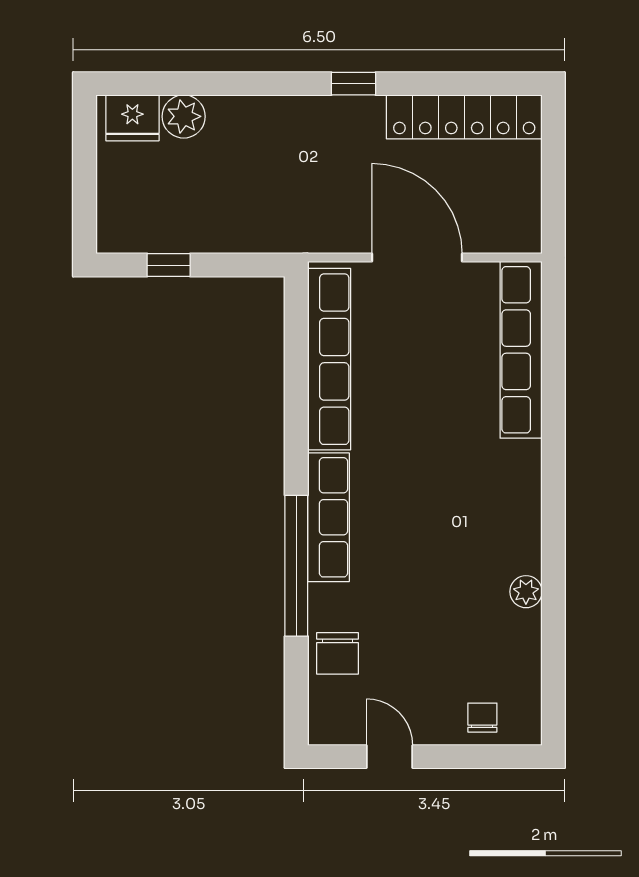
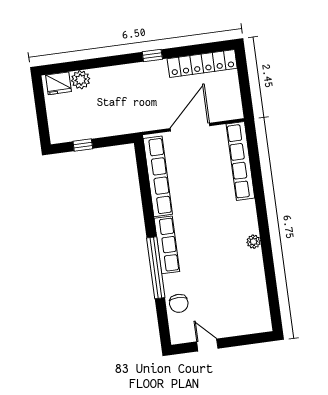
door: (417, 258) -> (190, 127), hinge flipped
plant: (526, 592) -> (254, 242), moved
chair: (482, 718) -> (245, 323), removed

